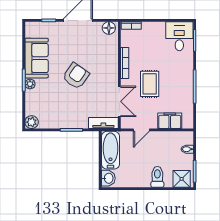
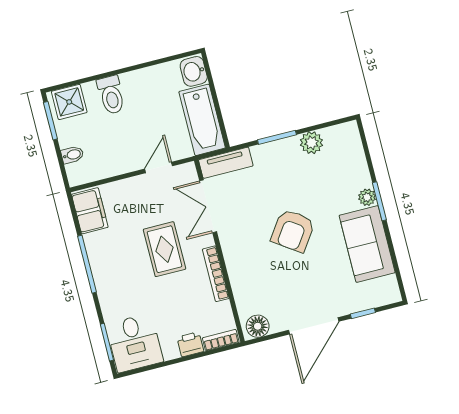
printer: (149, 28) -> (190, 344), added
filing cabinet: (170, 121) -> (90, 211), moved, turned -90
plant: (32, 122) -> (311, 143), moved

